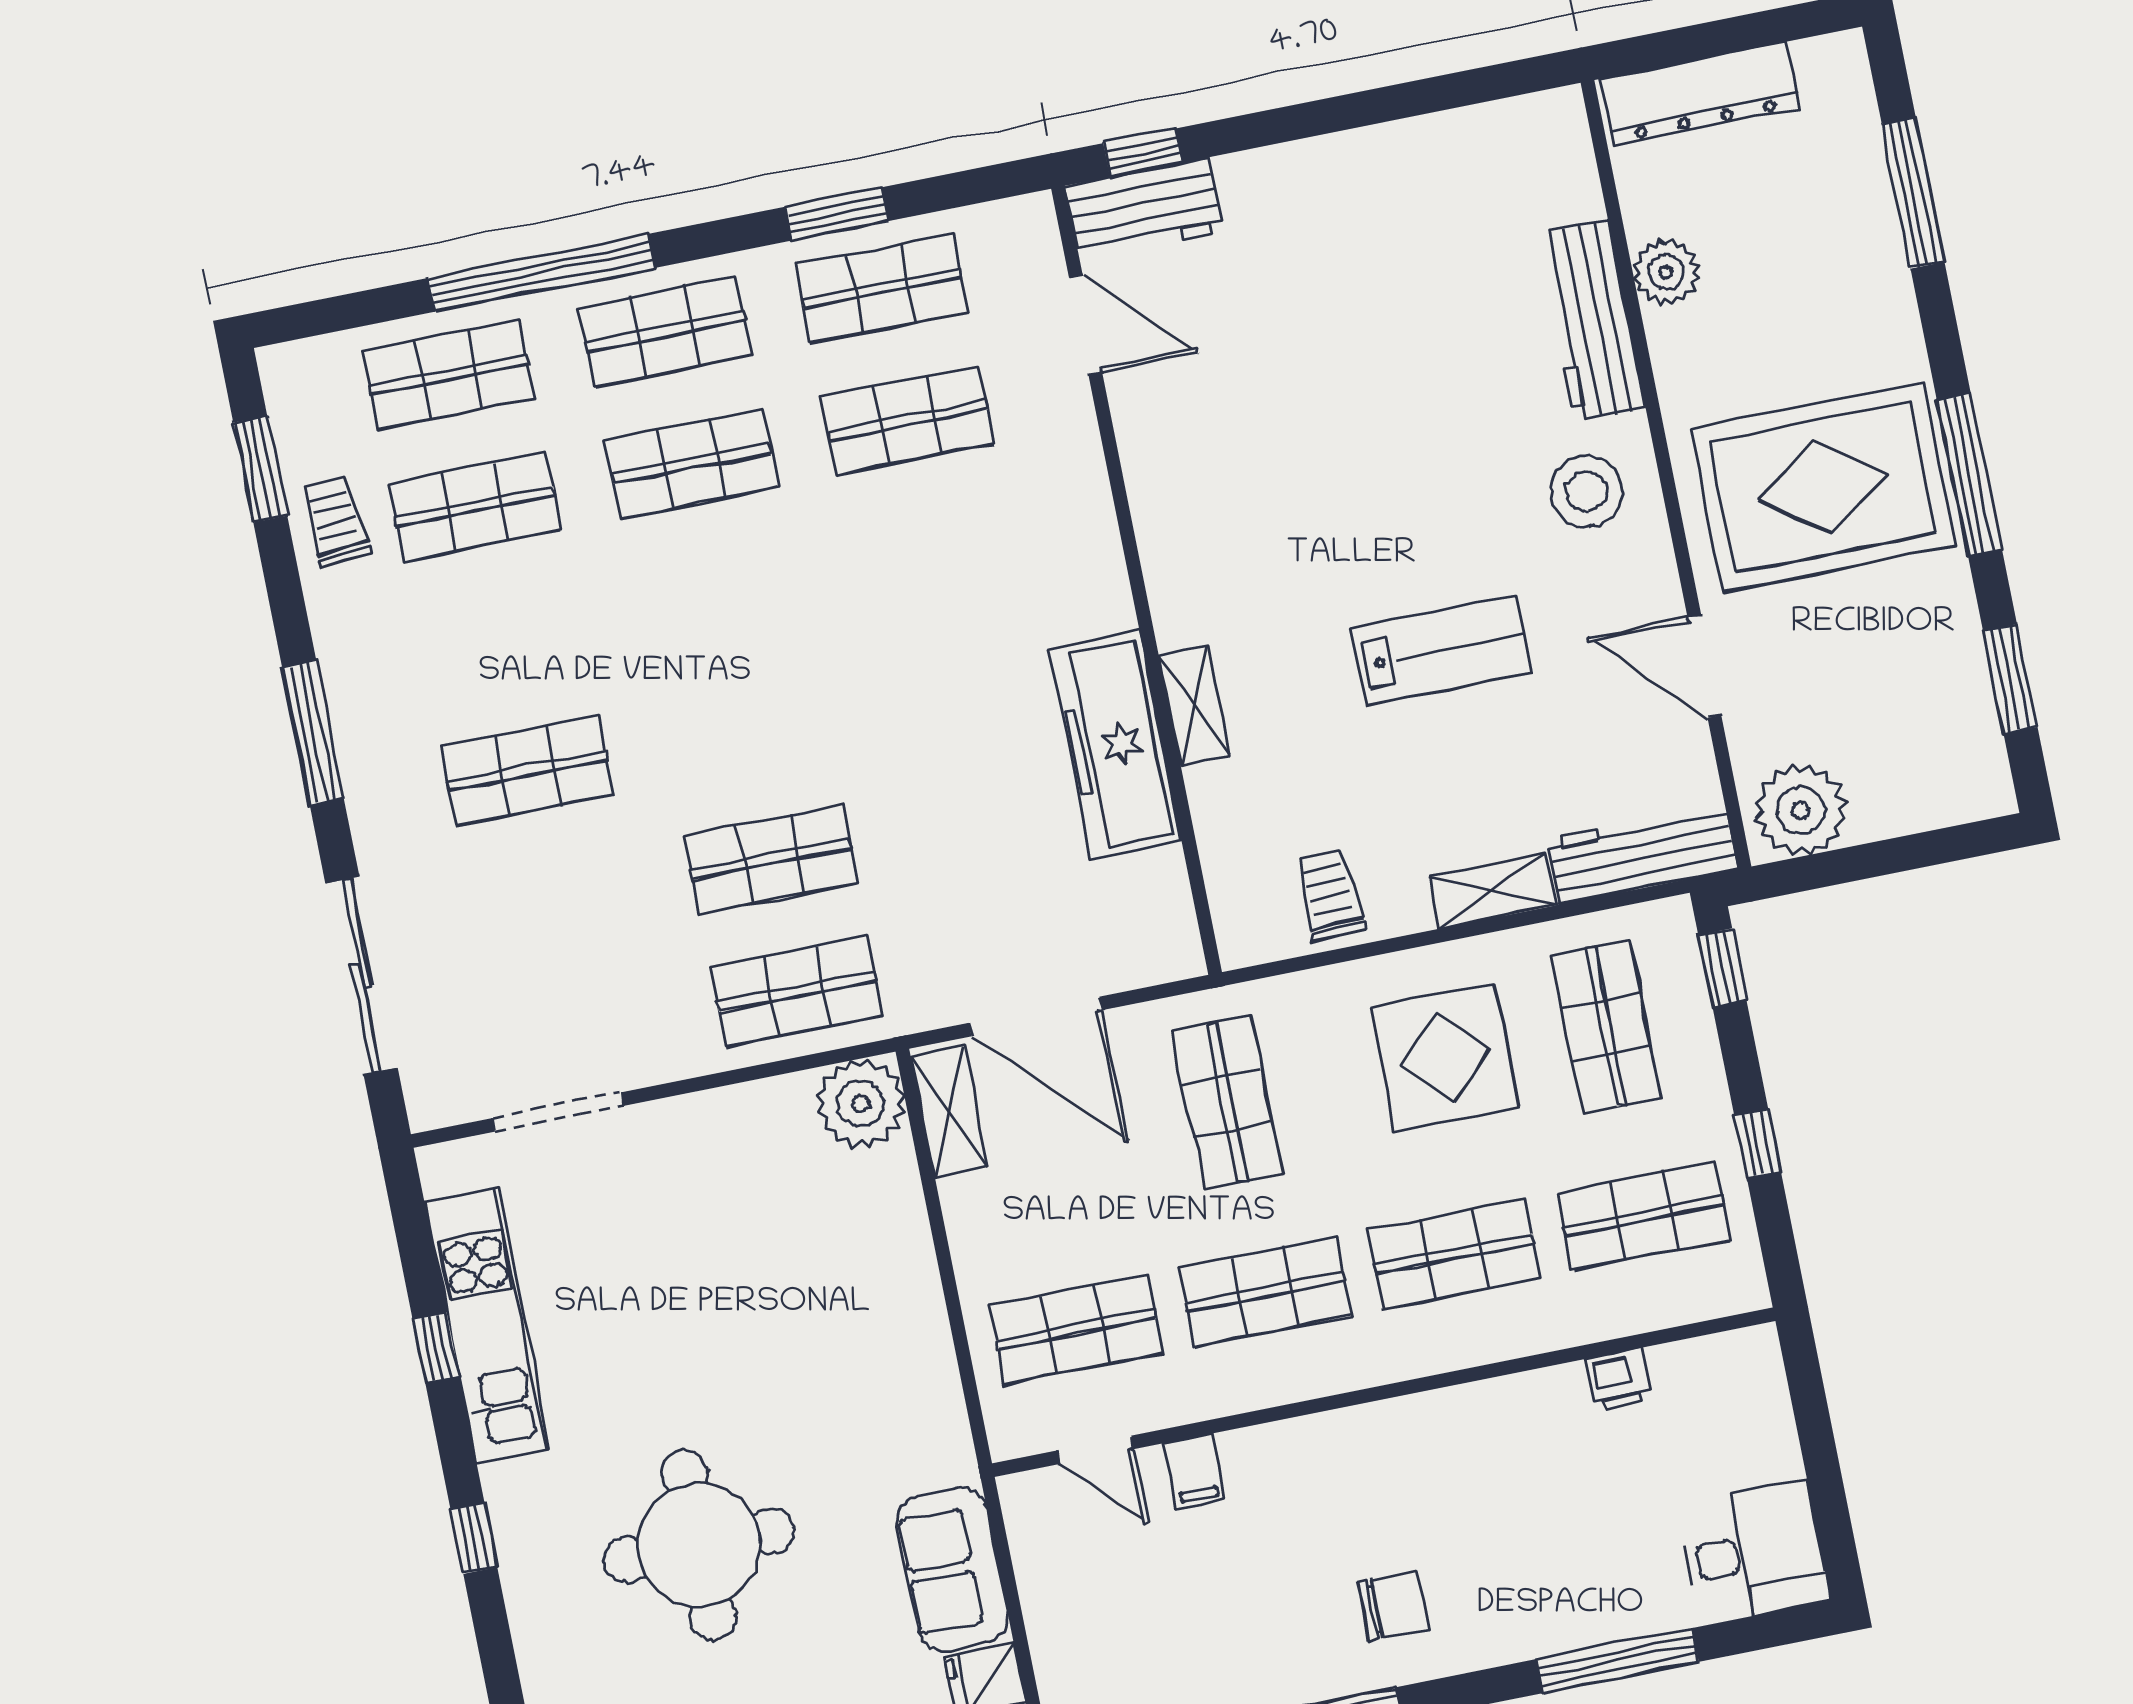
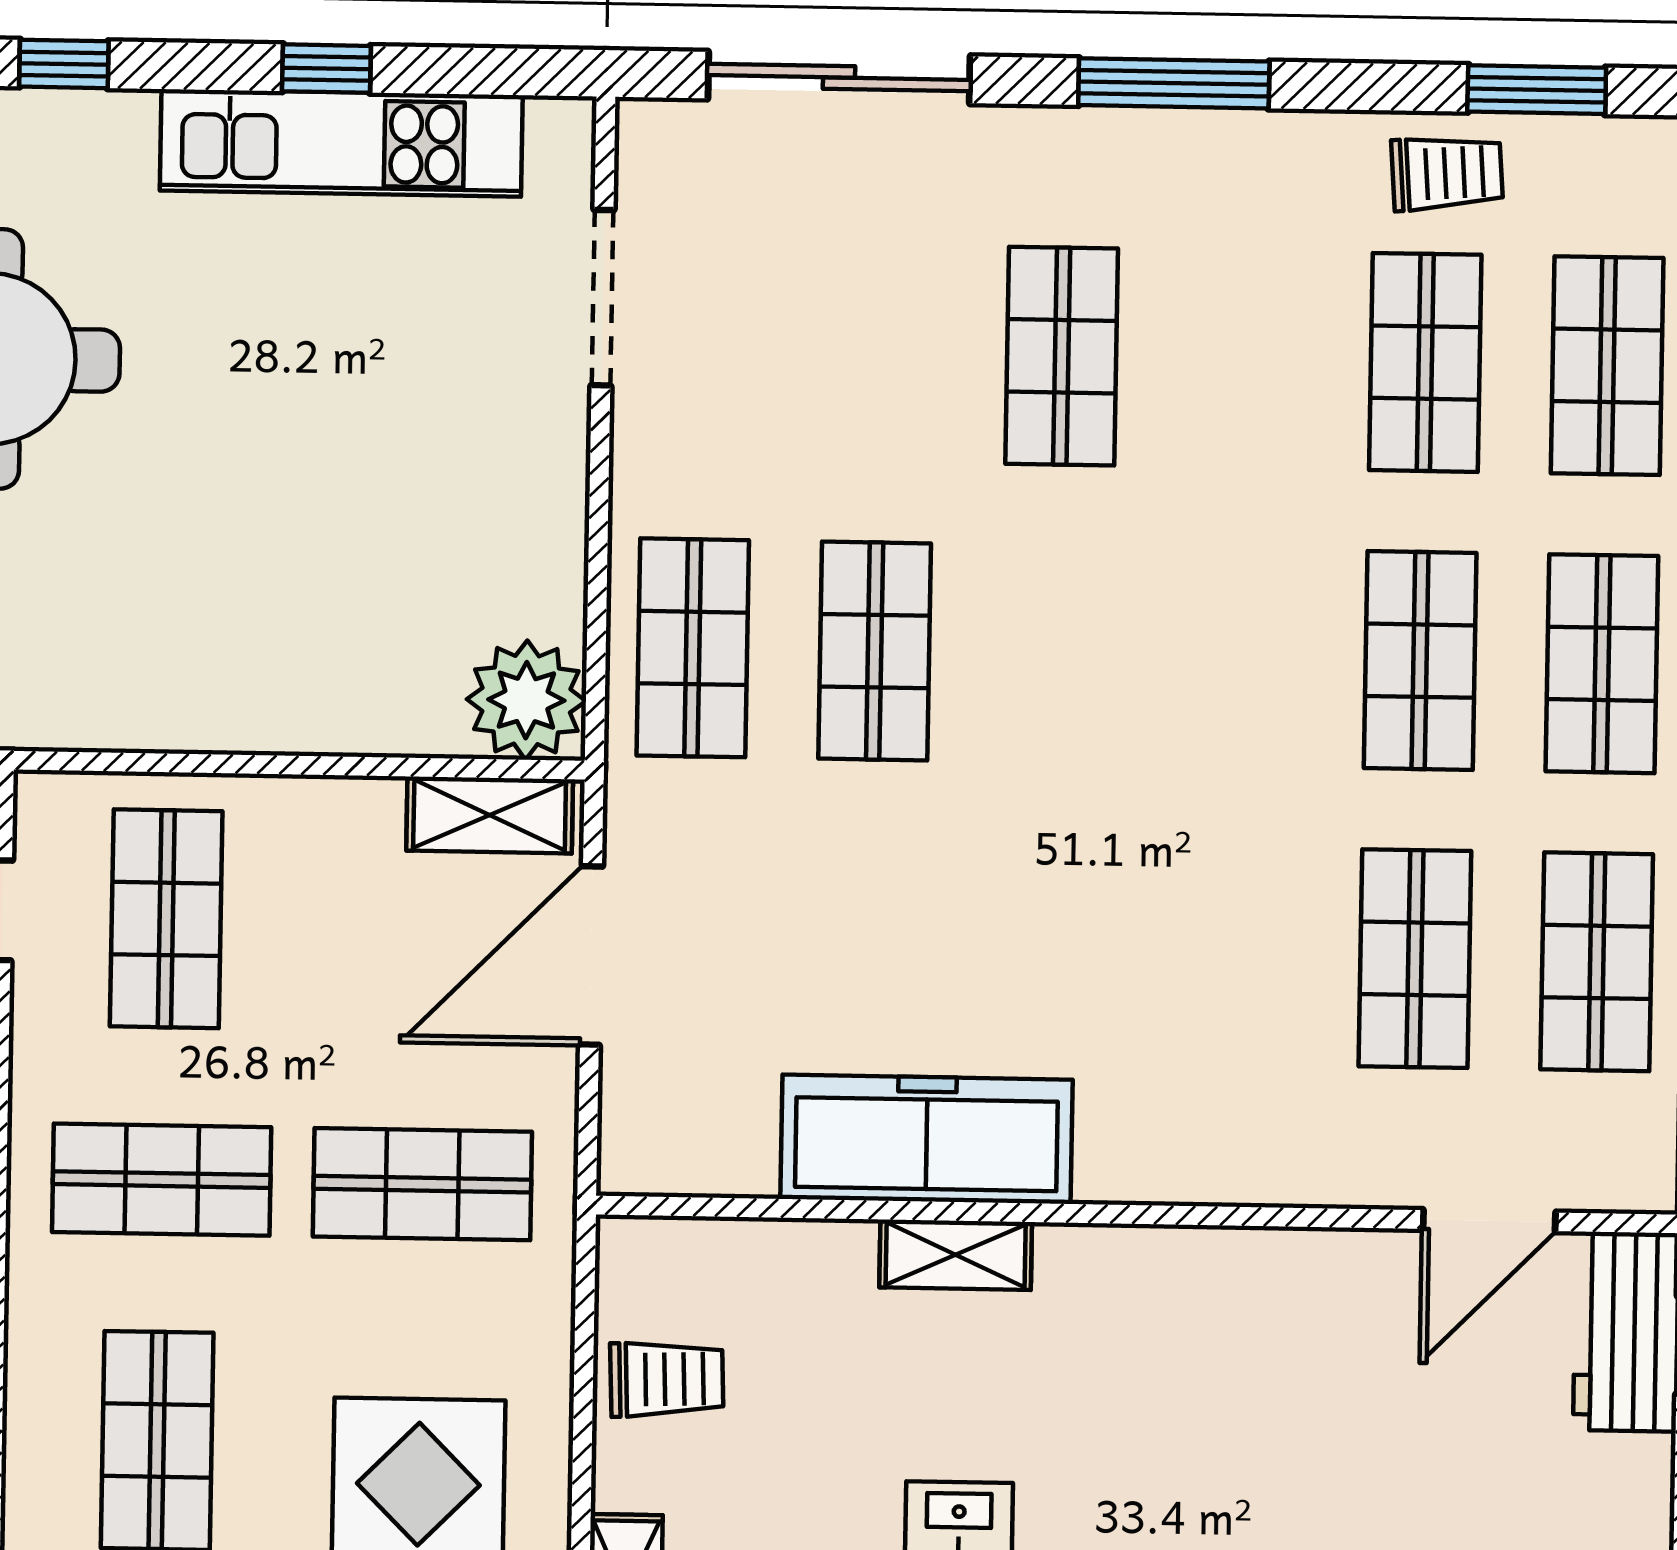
shop shelf: (1265, 1292) -> (162, 1180), turned 90

